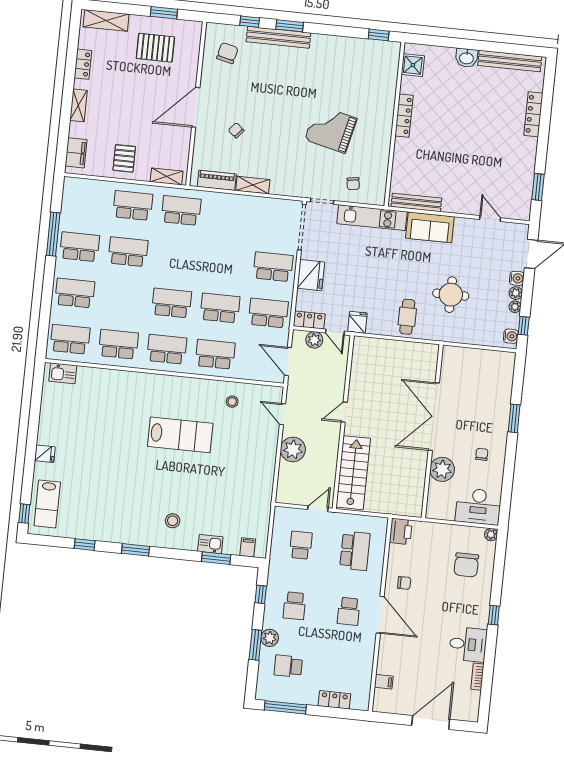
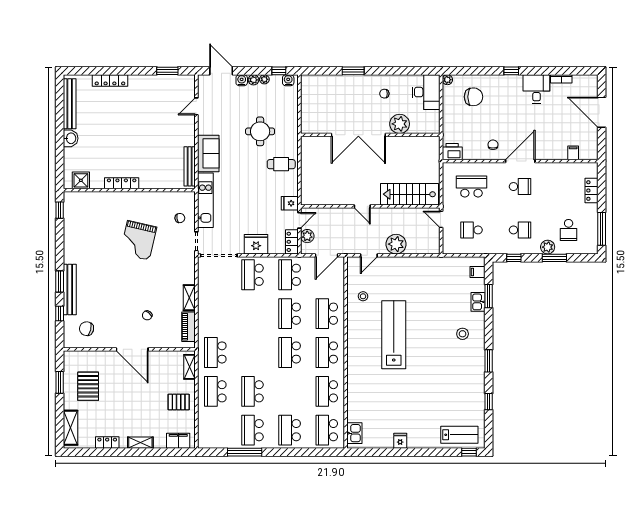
lab bench: (180, 435) -> (394, 335), width x1.36
fridge: (45, 454) -> (400, 441), moved

